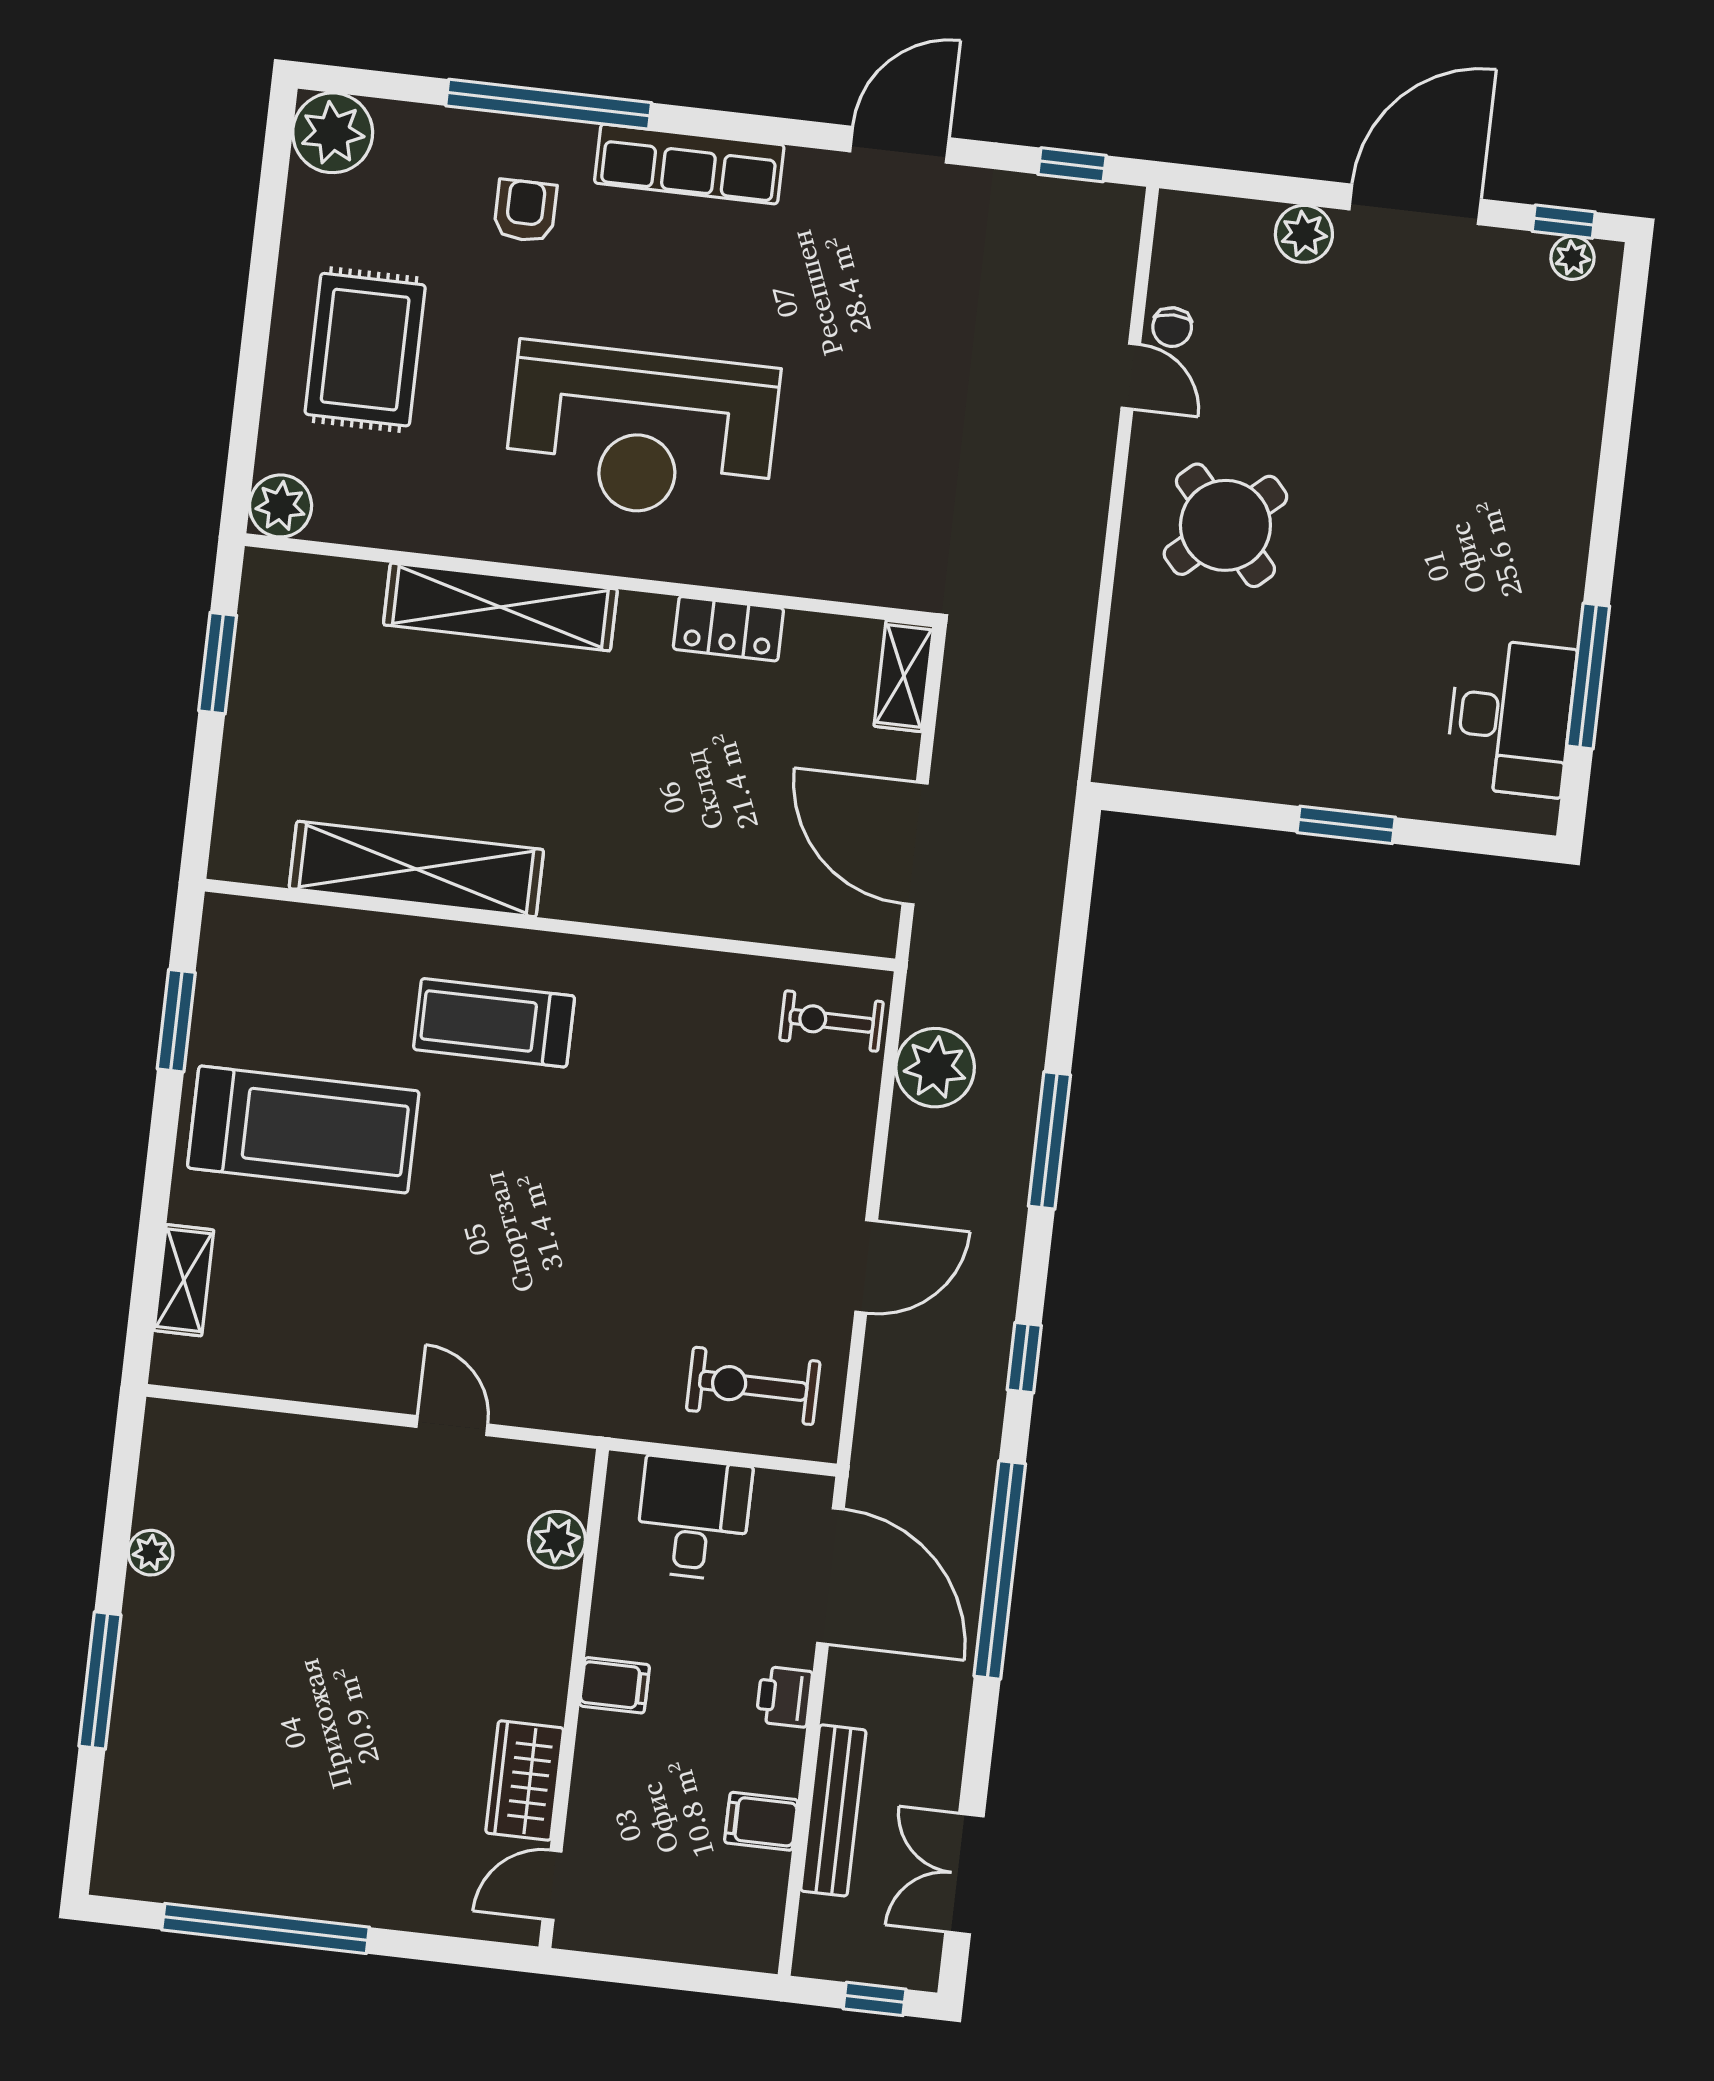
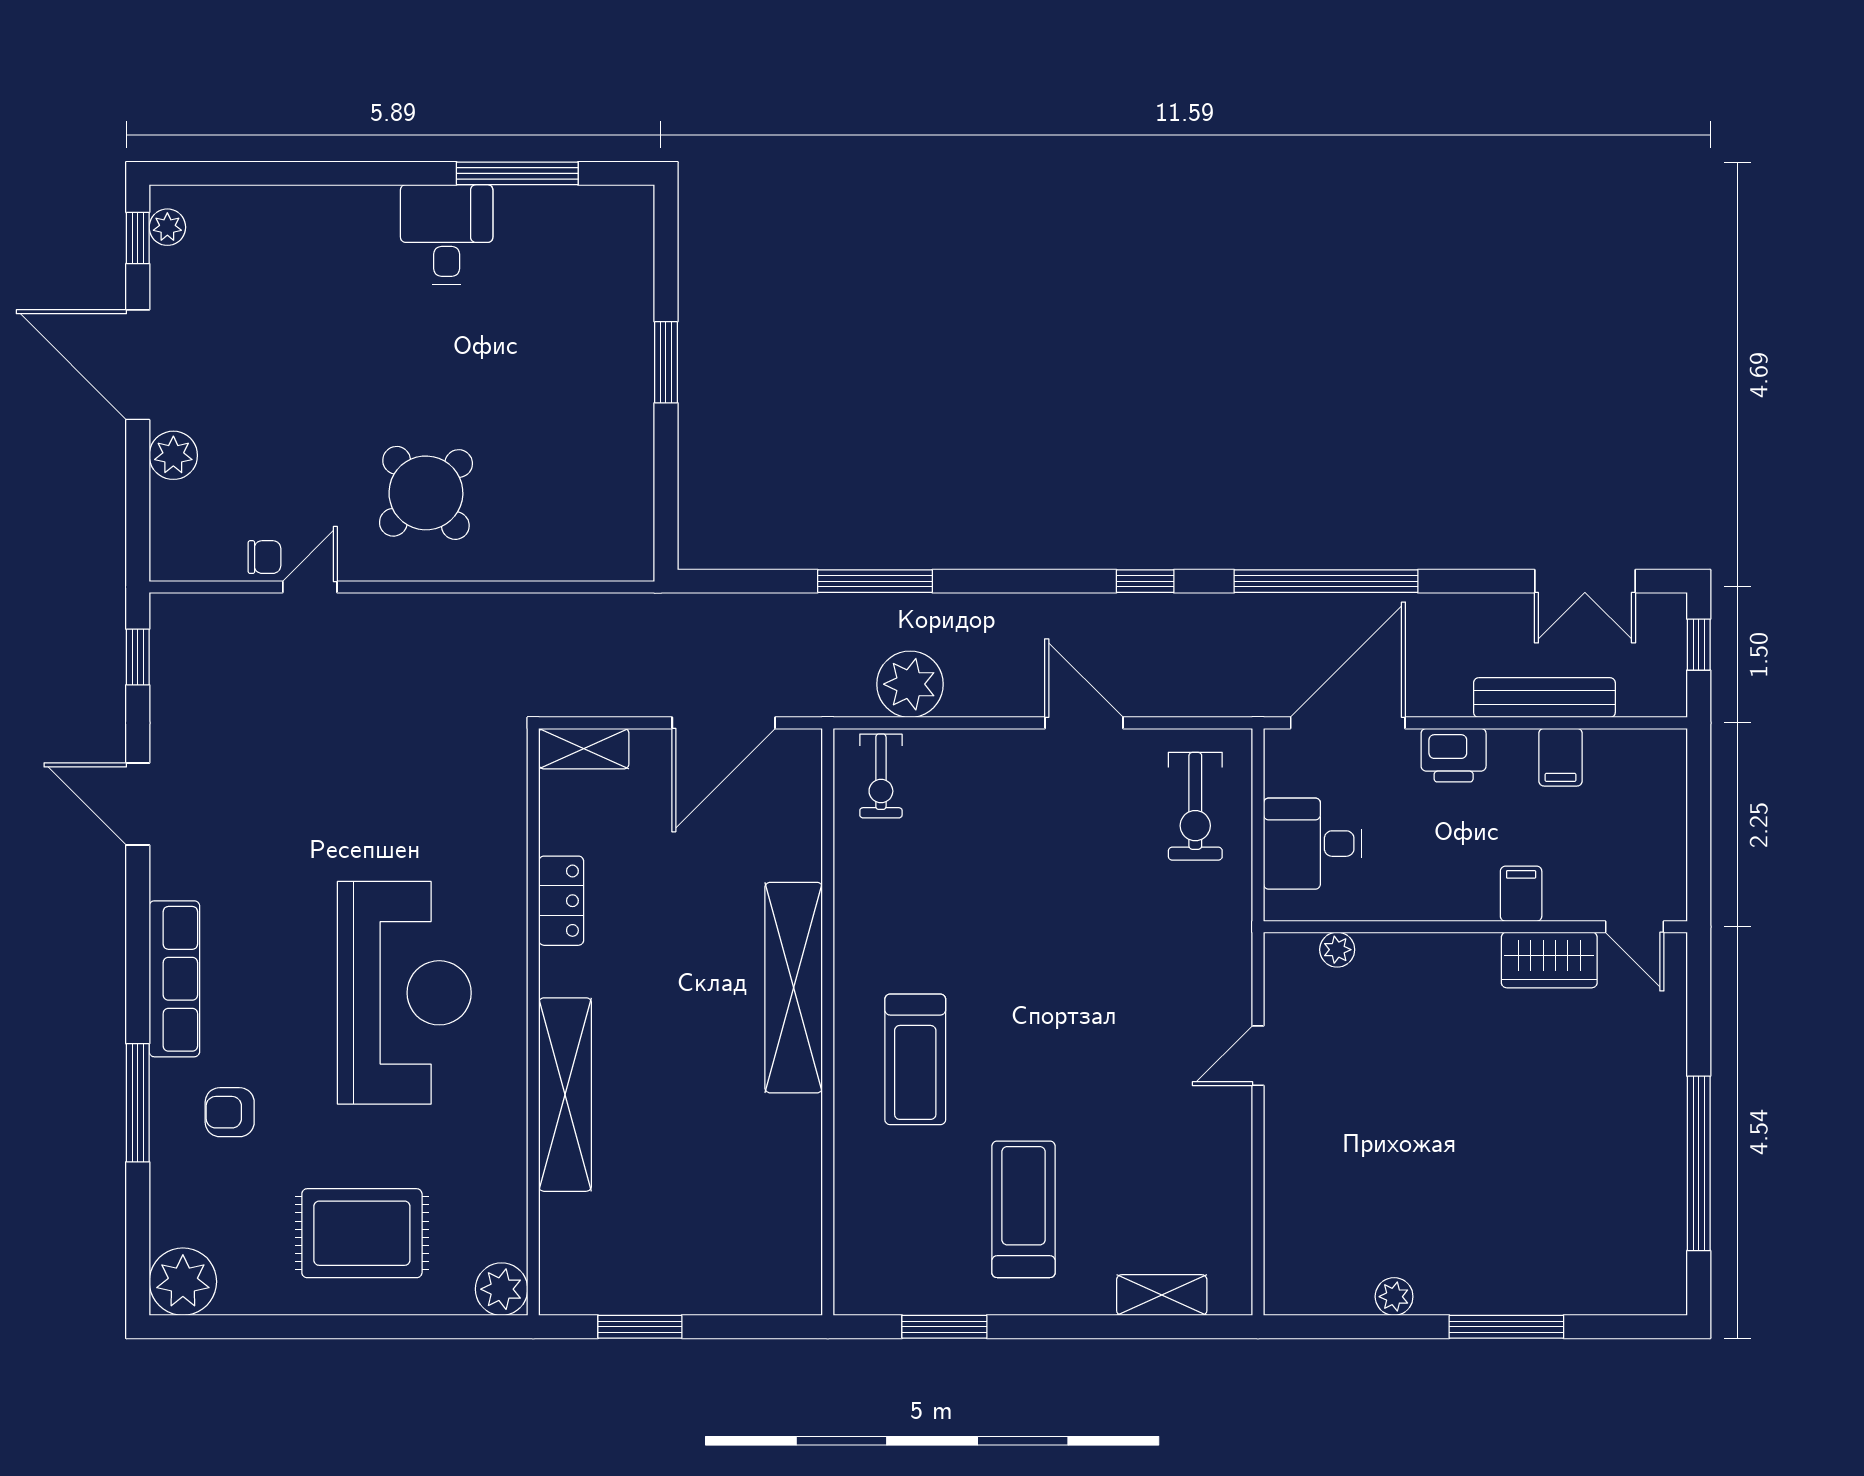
window: (549, 104) -> (138, 1103), width x0.68
desk: (1511, 717) -> (447, 234), moved, width x0.73
shelving: (416, 869) -> (794, 988), moved
treadmill: (303, 1129) -> (1024, 1209), width x0.73, depth x0.73
window: (1049, 1140) -> (875, 581), moved
plant: (557, 1540) -> (1337, 950), width x0.73, depth x0.73
filing cabinet: (614, 1685) -> (1521, 894), moved
printer: (784, 1697) -> (1454, 755), width x1.36, depth x1.24

